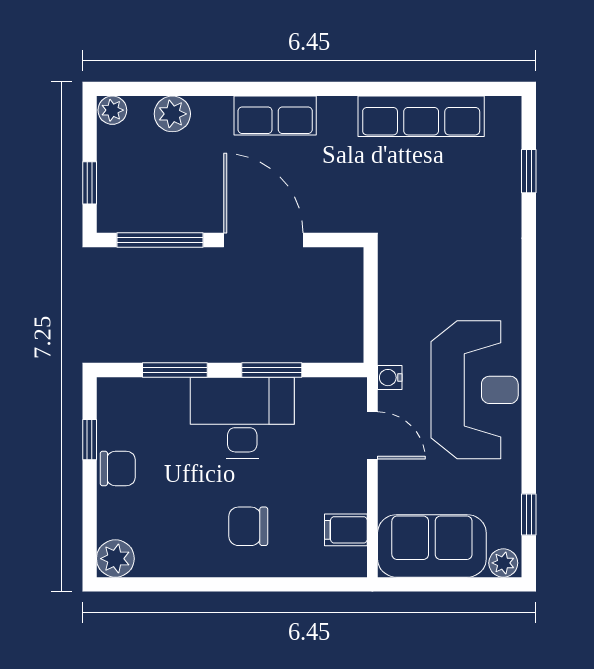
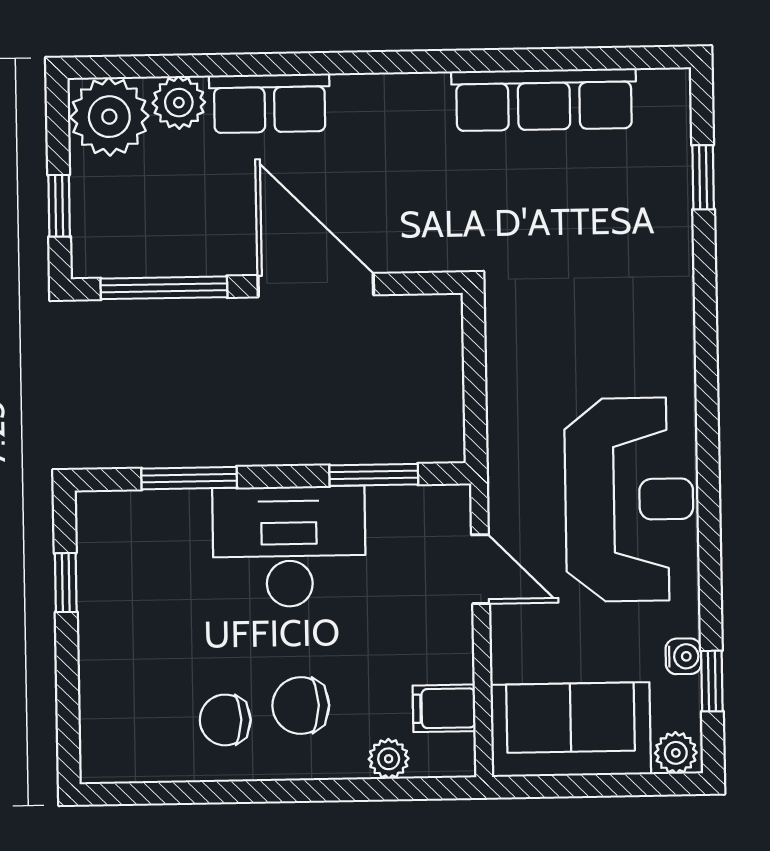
plant: (112, 110) -> (109, 117), width x1.88, depth x1.88
row of seats: (275, 116) -> (269, 103), moved
window: (272, 370) -> (374, 475), moved
water cooler: (390, 378) -> (683, 656), moved, turned 180
chair: (118, 469) -> (225, 720), moved, turned 180
plant: (115, 559) -> (389, 759), moved, width x0.73, depth x0.73

